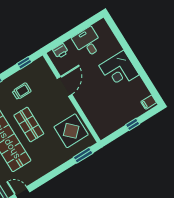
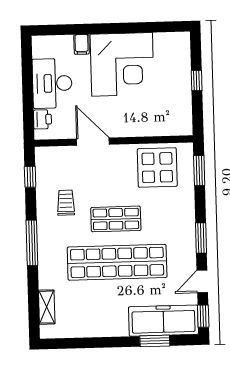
desk: (87, 42) -> (52, 83), width x1.37
corner desk: (119, 70) -> (122, 64), width x1.36, depth x1.36
filing cabinet: (149, 102) -> (82, 44), moved
window: (46, 178) -> (201, 238), added

